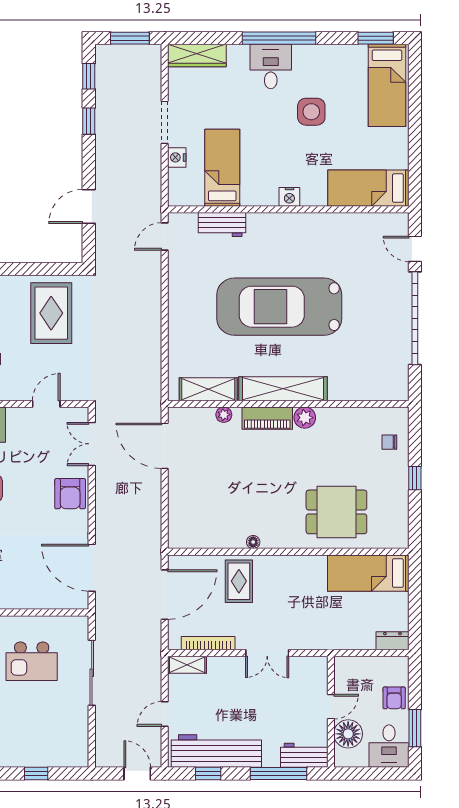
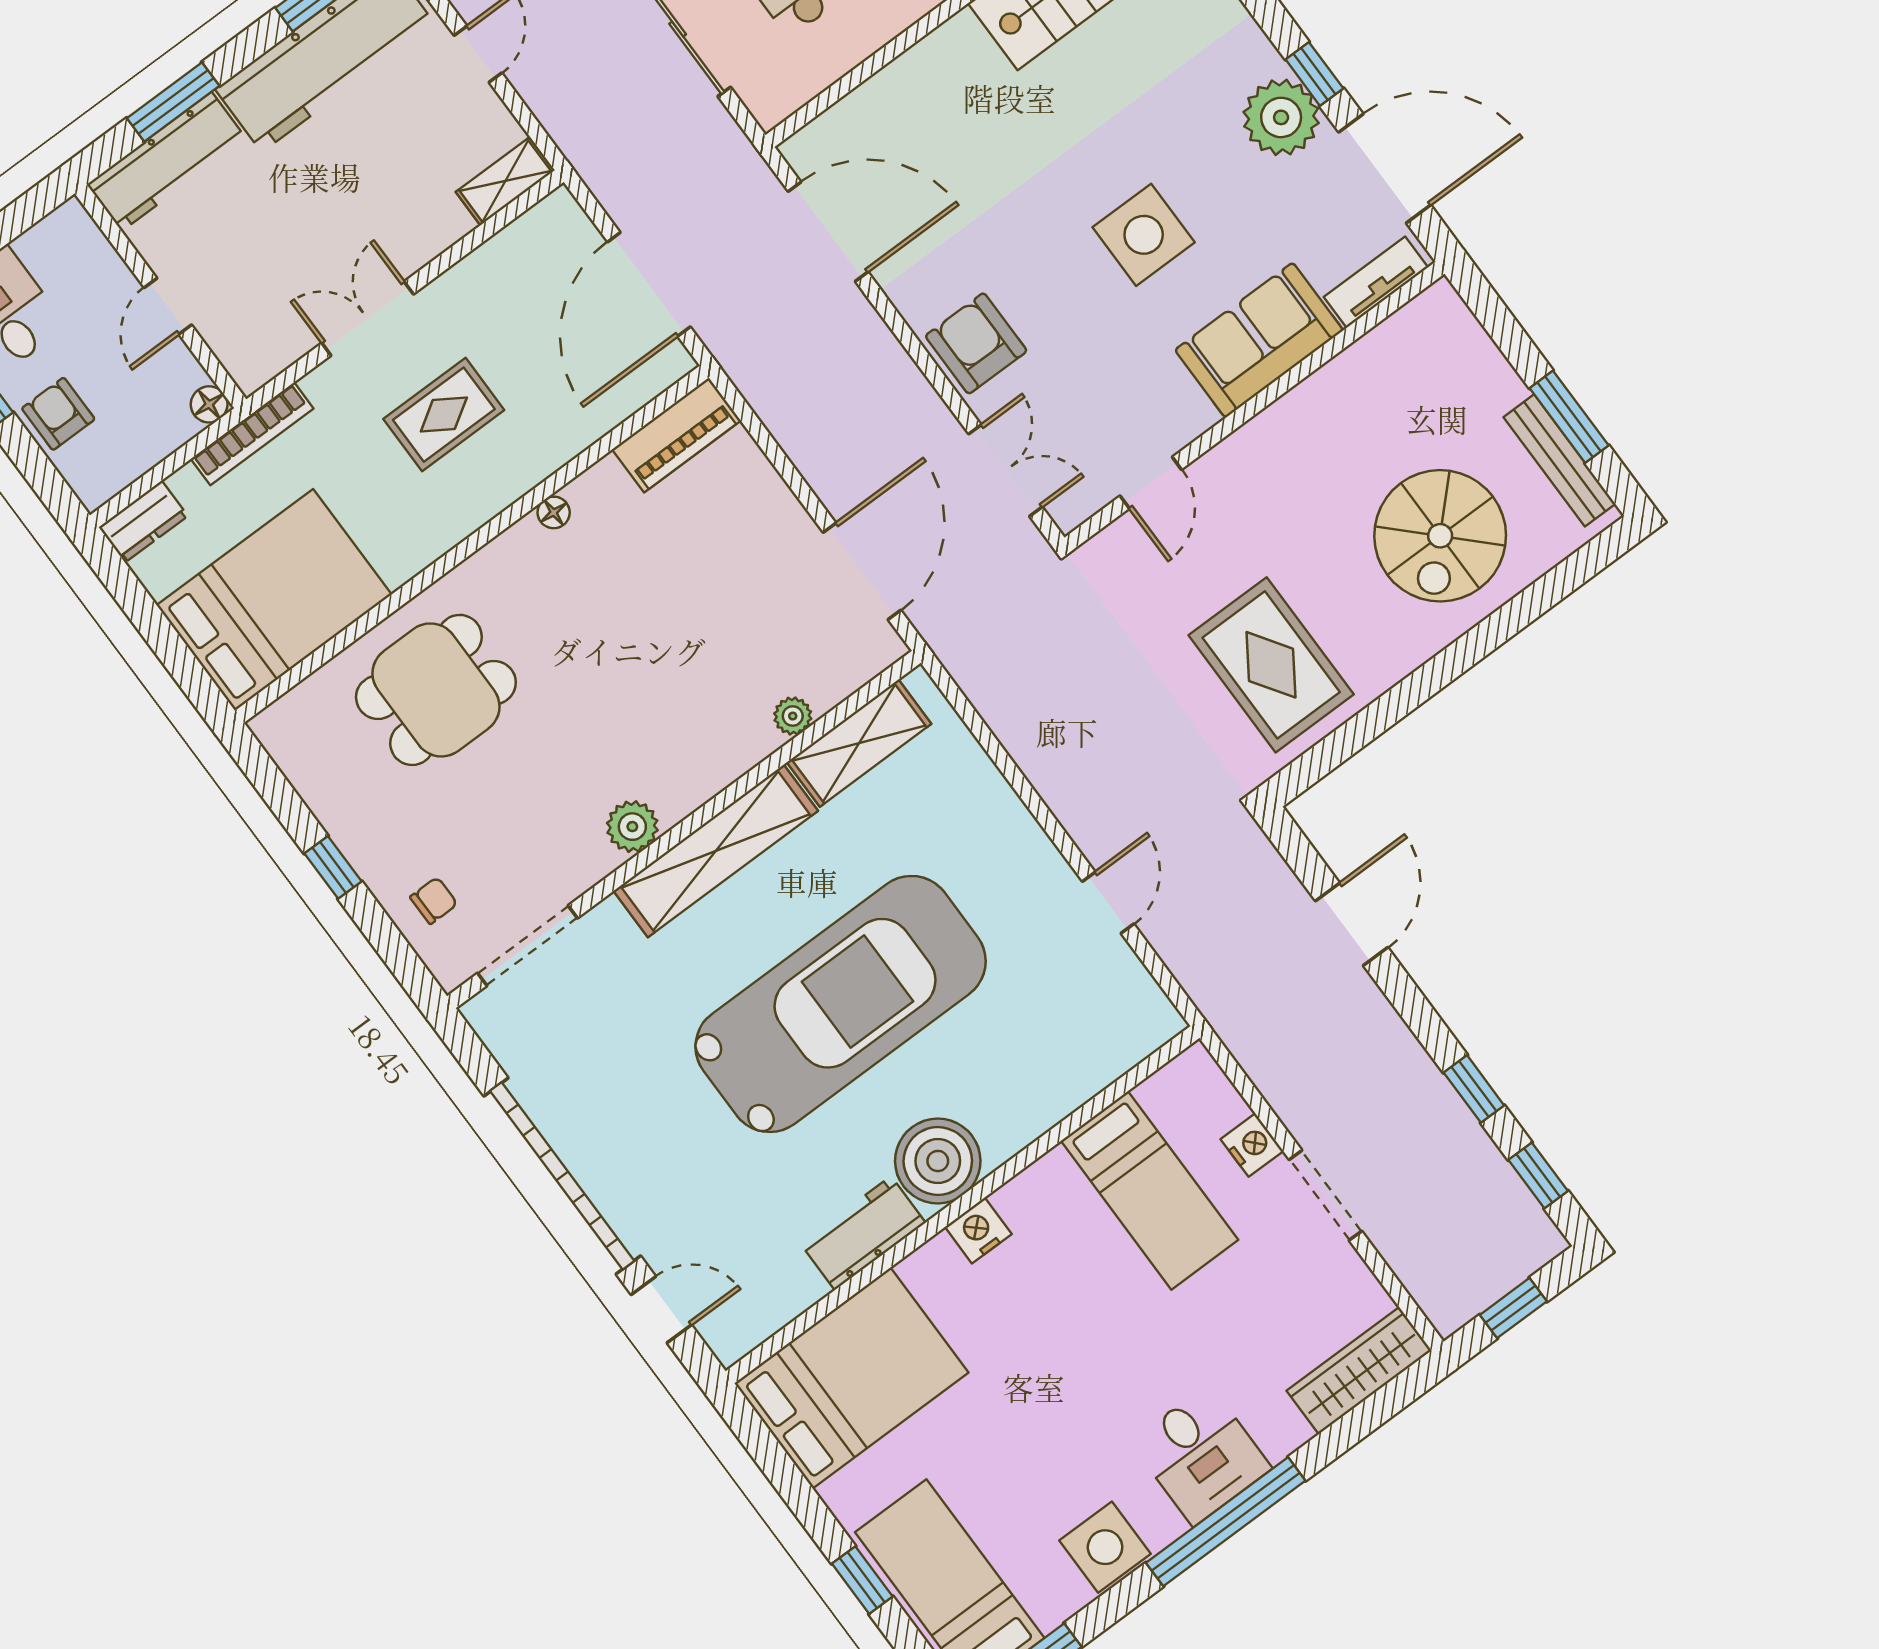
window: (130, 38) -> (1513, 1308), width x0.67
window: (415, 109) -> (862, 1580), added
side table: (311, 112) -> (1105, 1547), moved
bed: (368, 188) -> (851, 1378), width x1.50
workbench: (222, 225) -> (863, 1233), moved
boiler: (286, 230) -> (938, 1161), added
door: (165, 236) -> (1108, 903), moved
doorway: (369, 404) -> (527, 946), added
piano: (267, 418) -> (677, 435), moved, turned 180
door: (165, 446) -> (862, 571), hinge flipped
bed: (368, 573) -> (274, 600), width x1.50
rug: (239, 581) -> (444, 415), moved, turned 90
bookcase: (208, 643) -> (252, 434), moved
floor lamp: (348, 734) -> (209, 404), moved, width x0.53, depth x0.53
workbench: (304, 755) -> (167, 162), width x1.38
window: (278, 774) -> (173, 102), width x0.69

